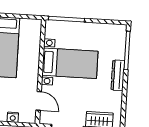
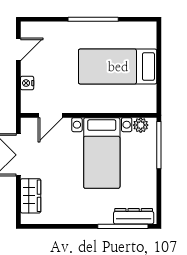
plant: (50, 32) -> (141, 125), added
dresser: (118, 75) -> (134, 216), moved

